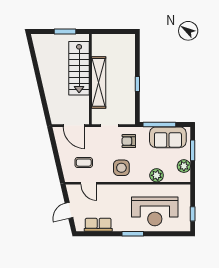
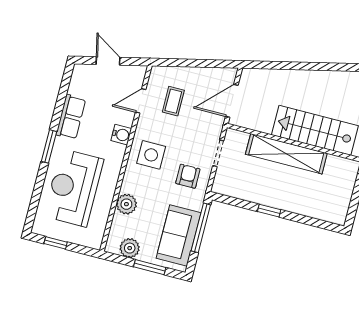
water cooler: (113, 190) -> (121, 135), added
row of seats: (98, 225) -> (71, 117), moved

